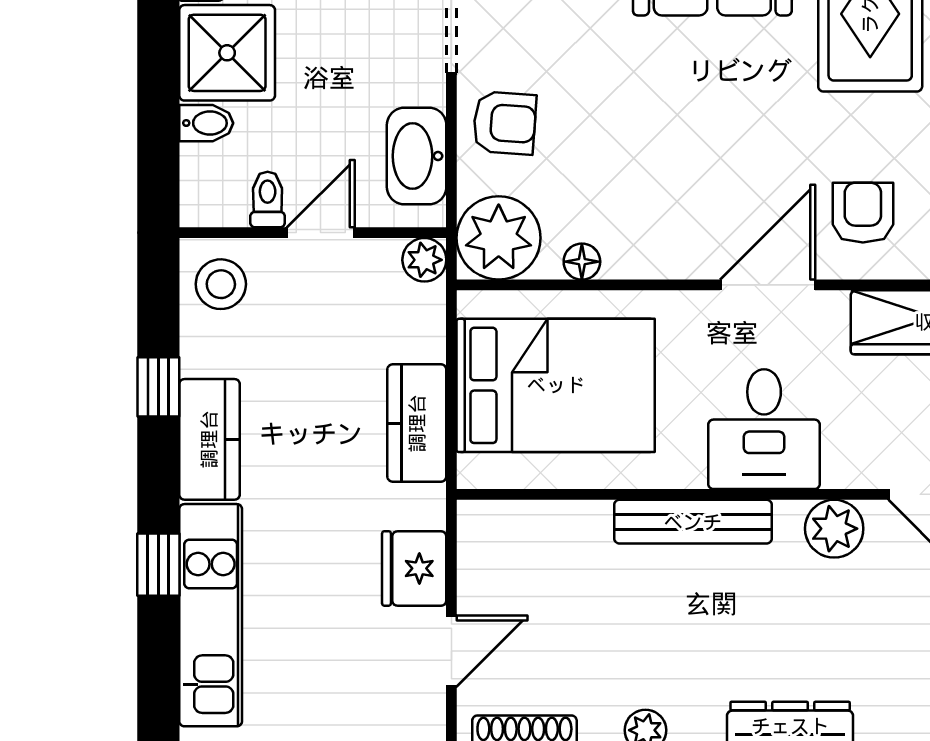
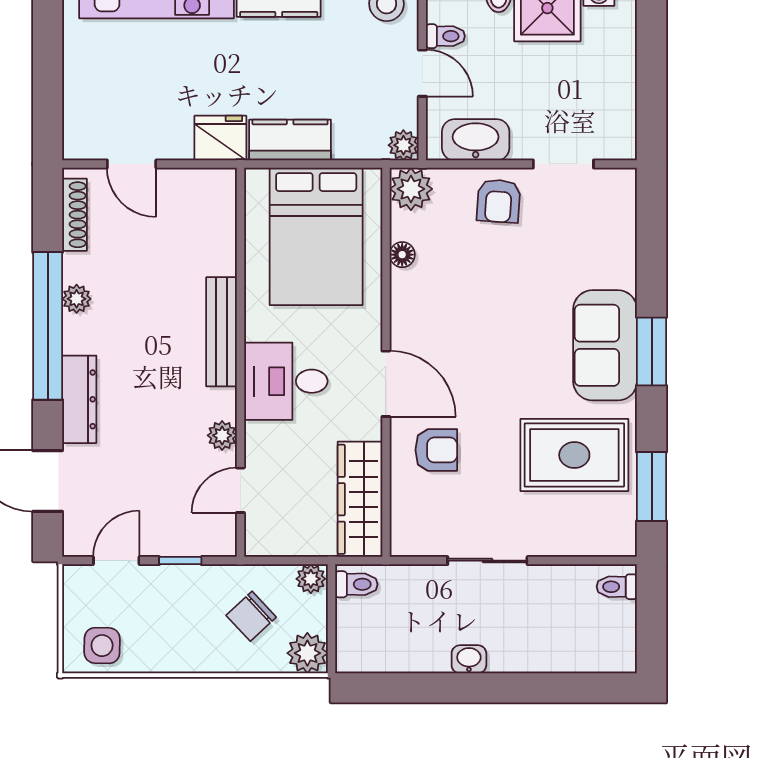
plant: (499, 238) -> (411, 189), width x0.73, depth x0.73
plant: (834, 529) -> (222, 435), width x0.73, depth x0.73
fridge: (414, 568) -> (220, 138), moved

